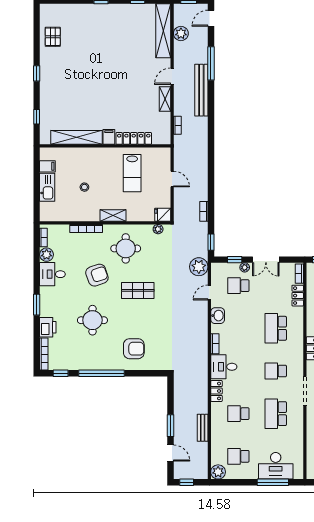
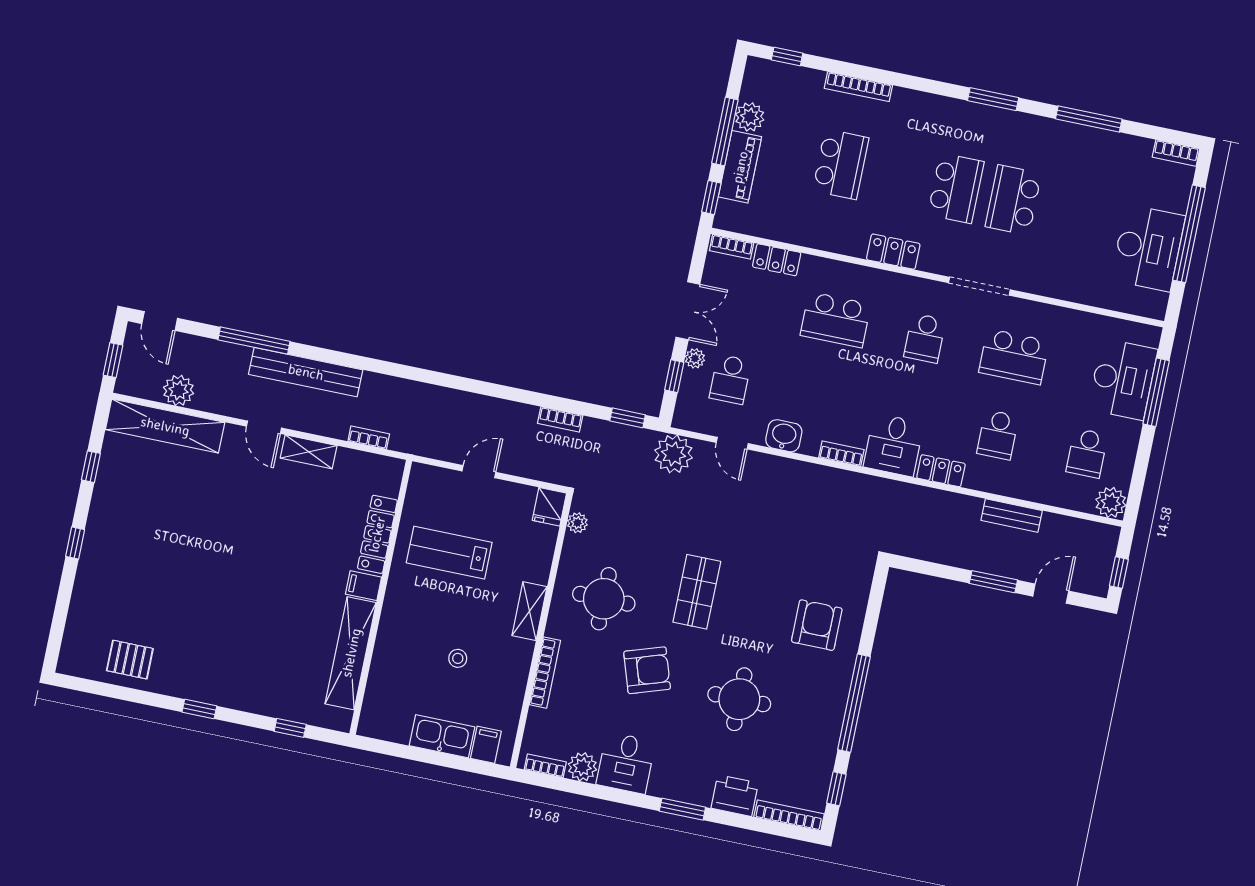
filing cabinet: (47, 166) -> (486, 745), moved
lab bench: (132, 173) -> (449, 553), turned 180
armchair: (97, 275) -> (647, 670), turned 91

